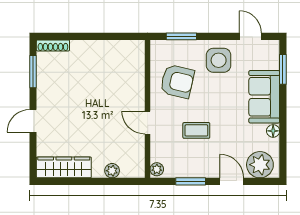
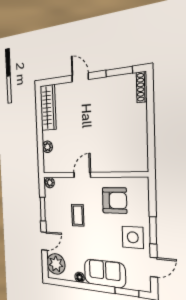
window: (181, 36) -> (153, 230), moved
armchair: (177, 81) -> (115, 200), turned -103

